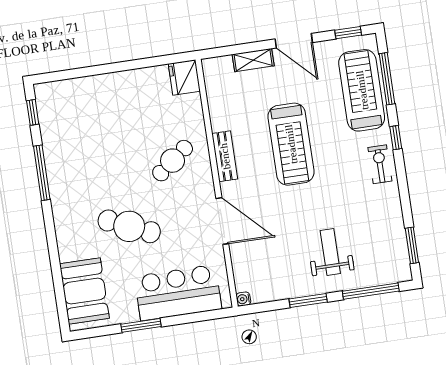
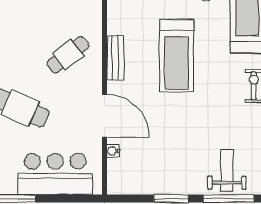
weight bench: (330, 252) -> (227, 170), moved
water cooler: (243, 299) -> (113, 151), moved

